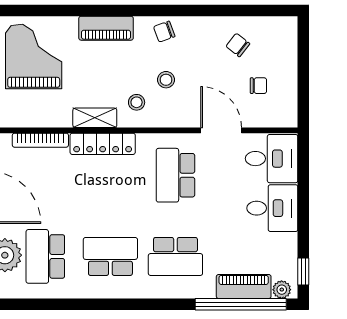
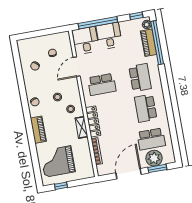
window: (303, 190) -> (98, 23), added

